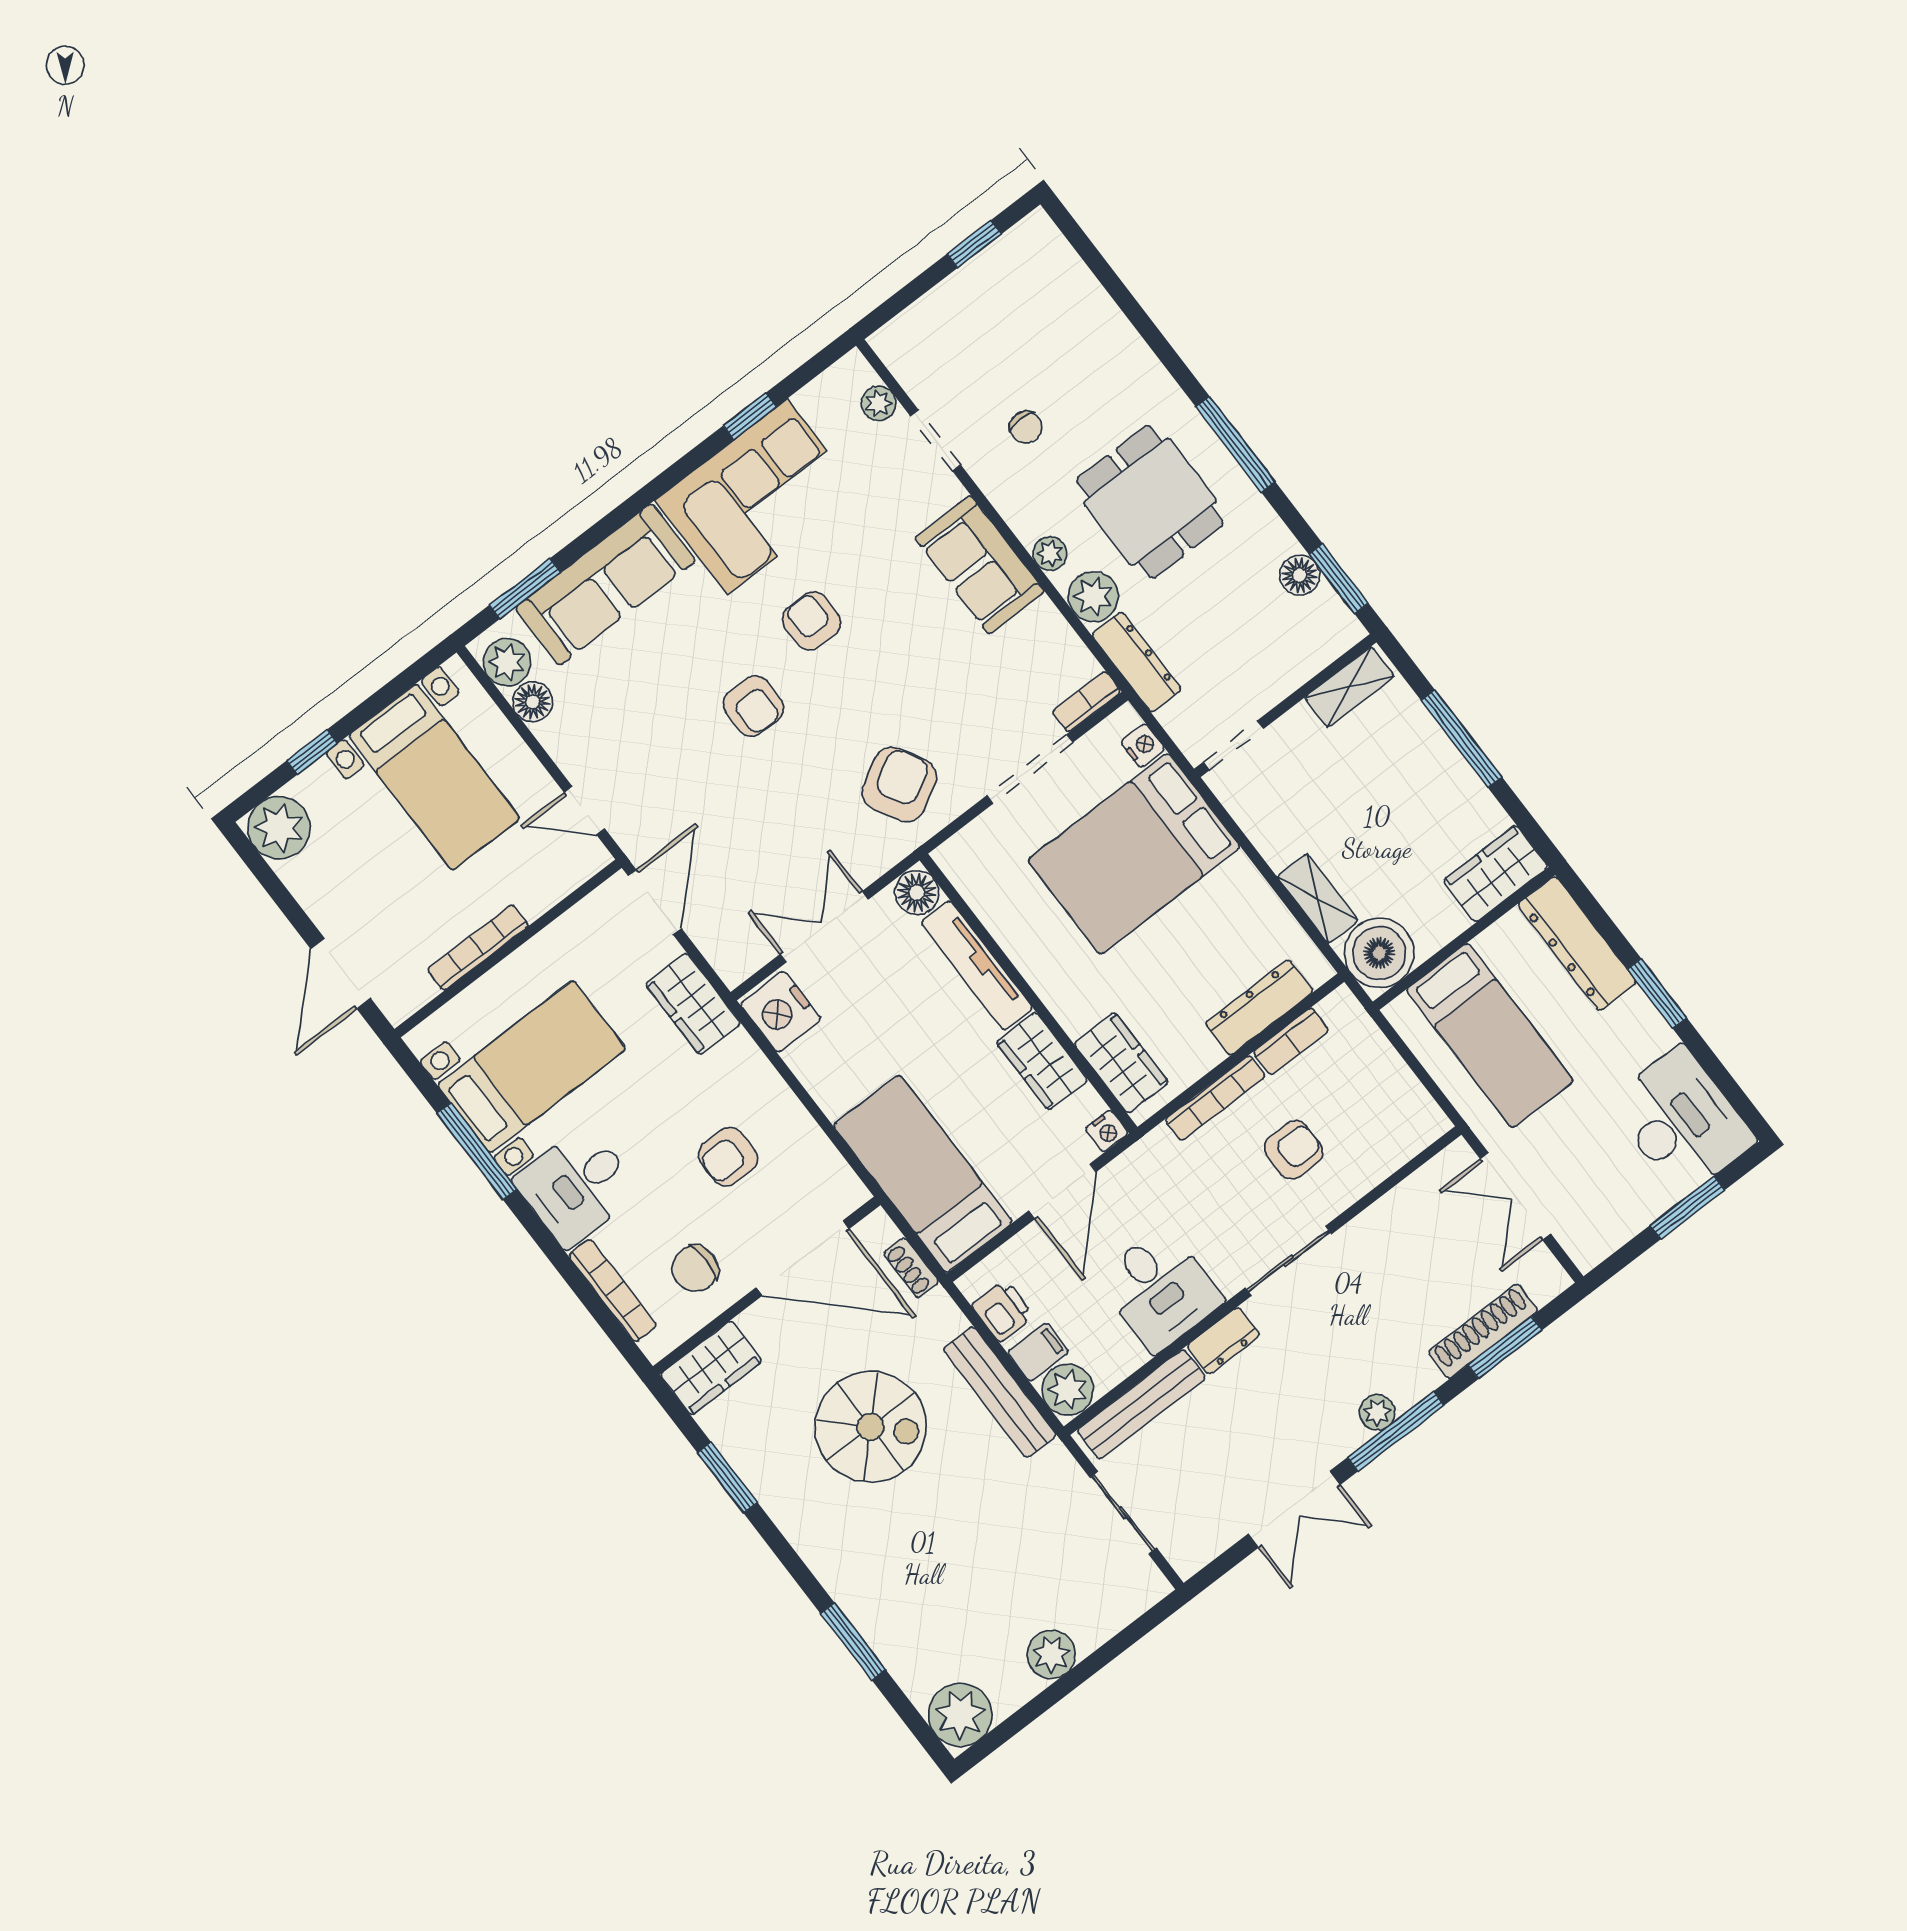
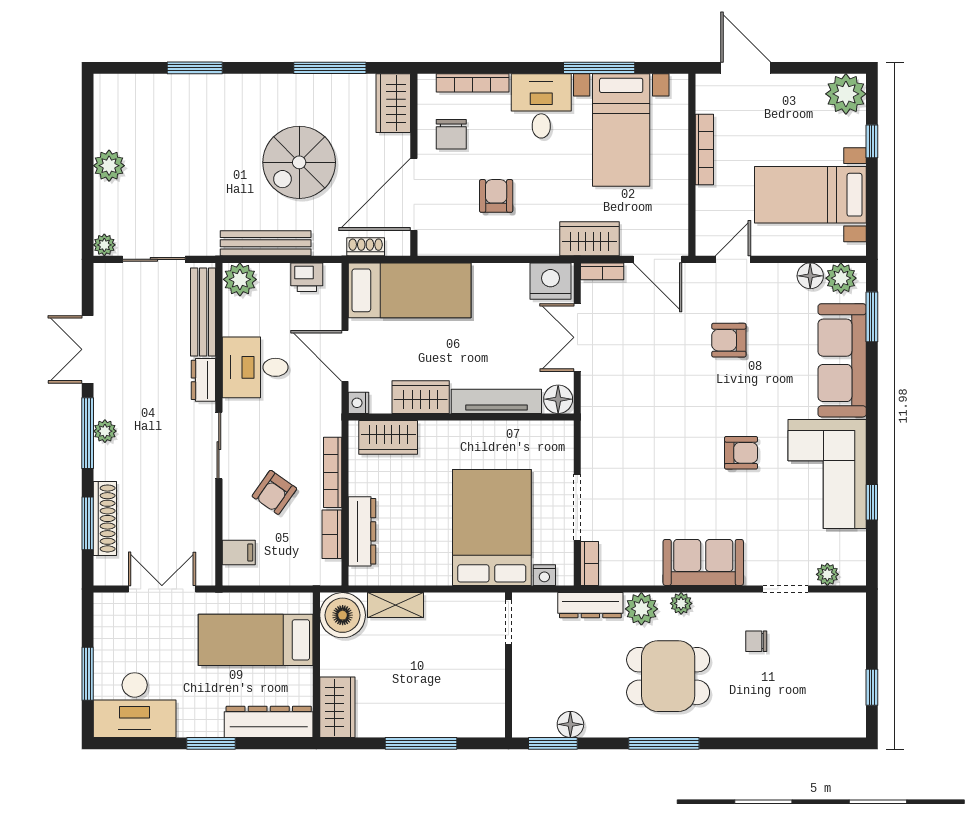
shelving: (1350, 687) -> (492, 706), removed
armchair: (753, 706) -> (729, 340), moved
armchair: (899, 784) -> (621, 433), removed
double door: (824, 927) -> (577, 337), swing flipped
bookcase: (721, 958) -> (602, 271), added
armchair: (1294, 1150) -> (274, 492), turned 35
chair: (695, 1269) -> (451, 134), turned 180
filing cabinet: (1038, 1352) -> (239, 552), moved, turned -90
window: (727, 1478) -> (330, 68), width x1.44
plant: (960, 1715) -> (104, 245), moved, width x0.53, depth x0.53

